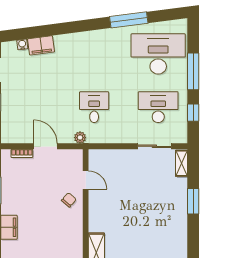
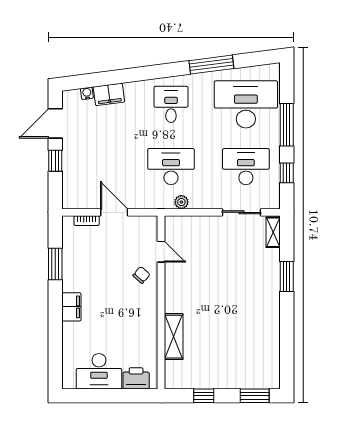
desk: (94, 54) -> (171, 104), added
desk: (94, 107) -> (171, 167), width x1.37
plant: (80, 138) -> (181, 202), moved

